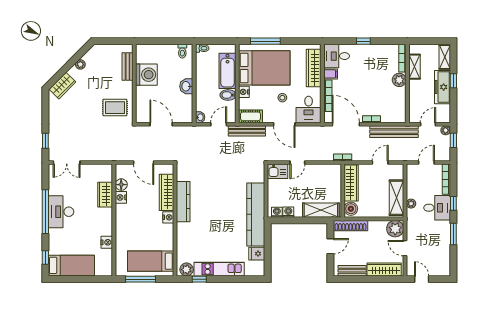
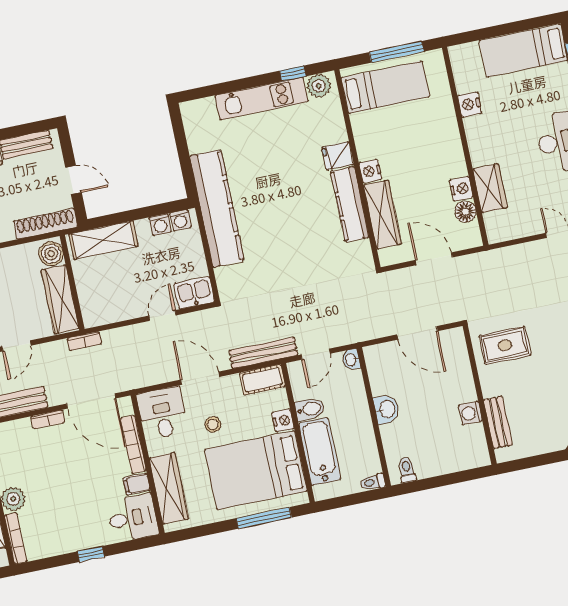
washing machine: (146, 75) -> (470, 413), width x0.53, depth x0.53
door: (330, 246) -> (73, 180), swing flipped
fridge: (257, 254) -> (338, 156), moved, turned 180

